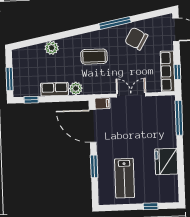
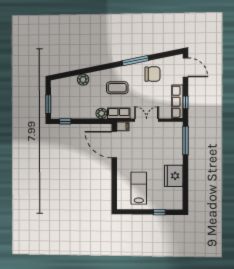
chair: (136, 39) -> (152, 74), turned 150
row of seats: (55, 89) -> (119, 113), moved
window: (94, 166) -> (114, 177), removed
lab bench: (125, 178) -> (139, 188), turned 180

